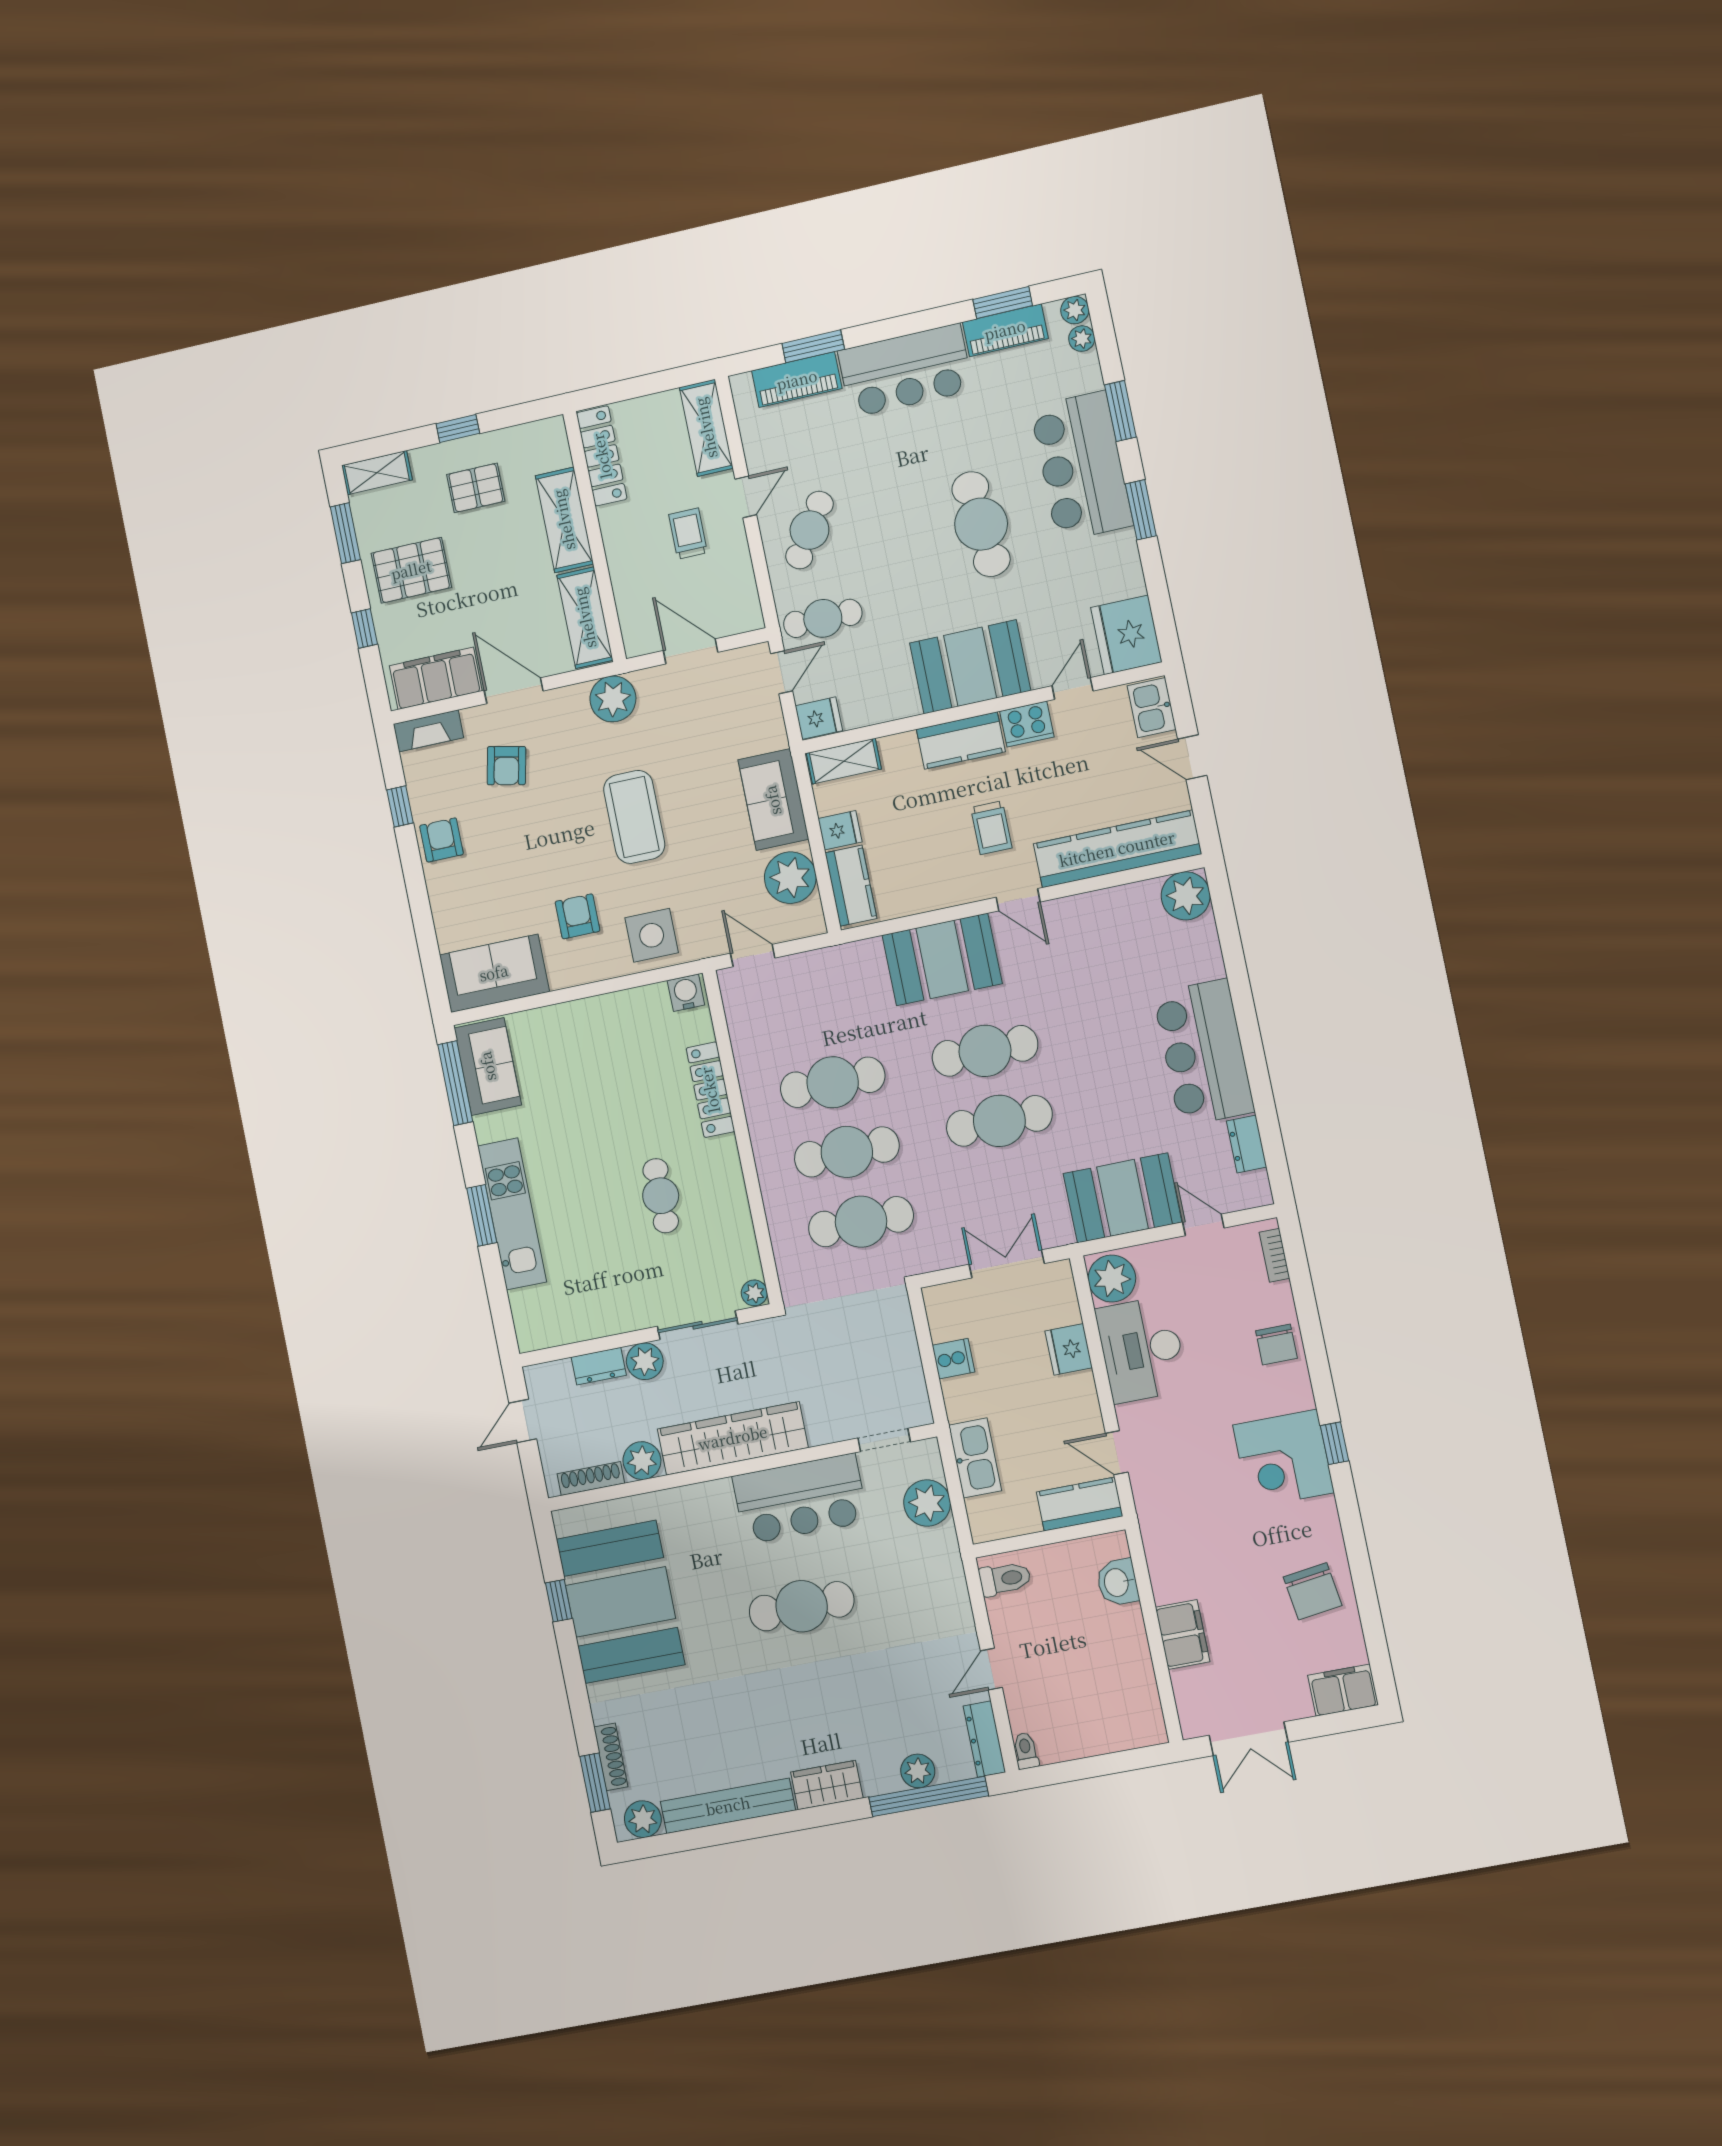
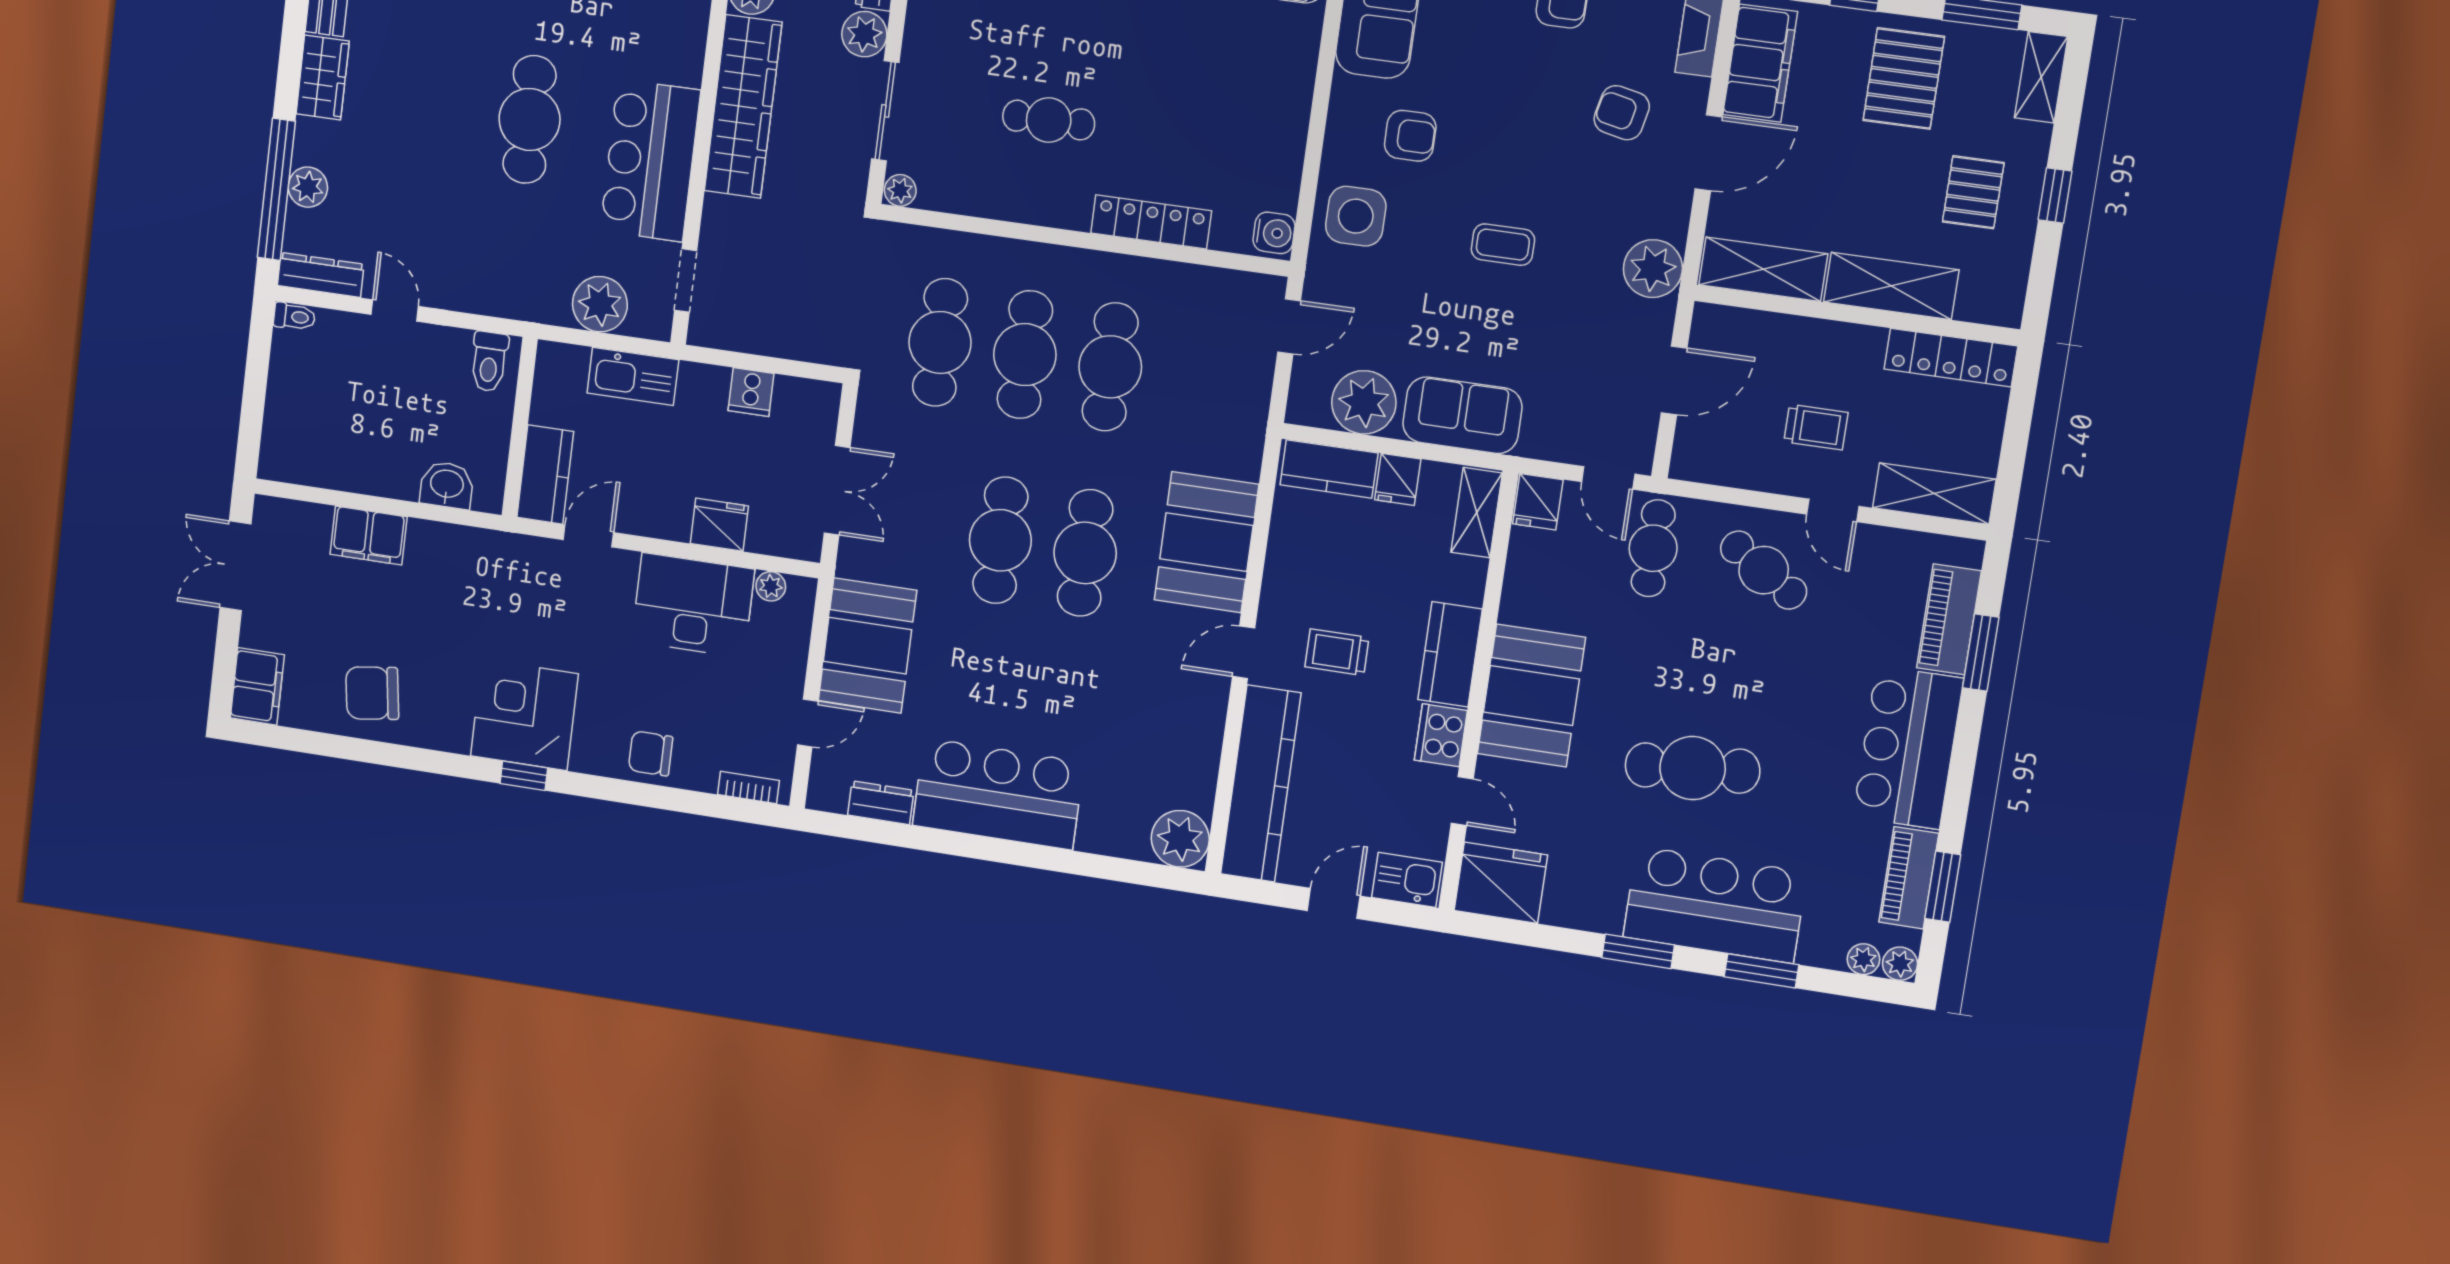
coffee table: (634, 817) -> (1503, 245), width x0.54, depth x0.58
plant: (1112, 1279) -> (771, 586), width x0.53, depth x0.53

